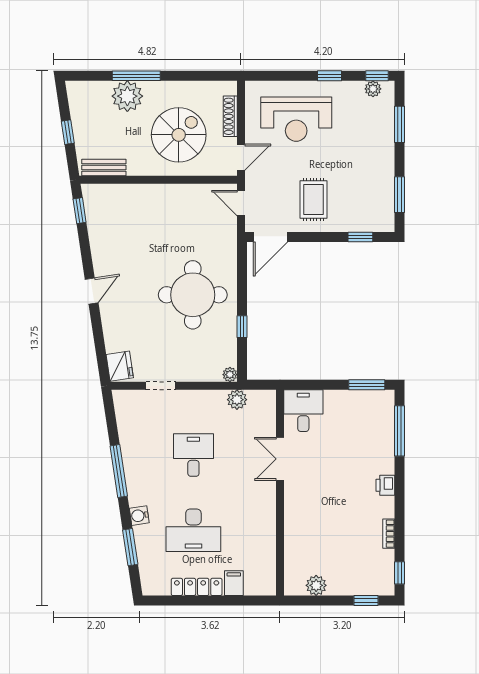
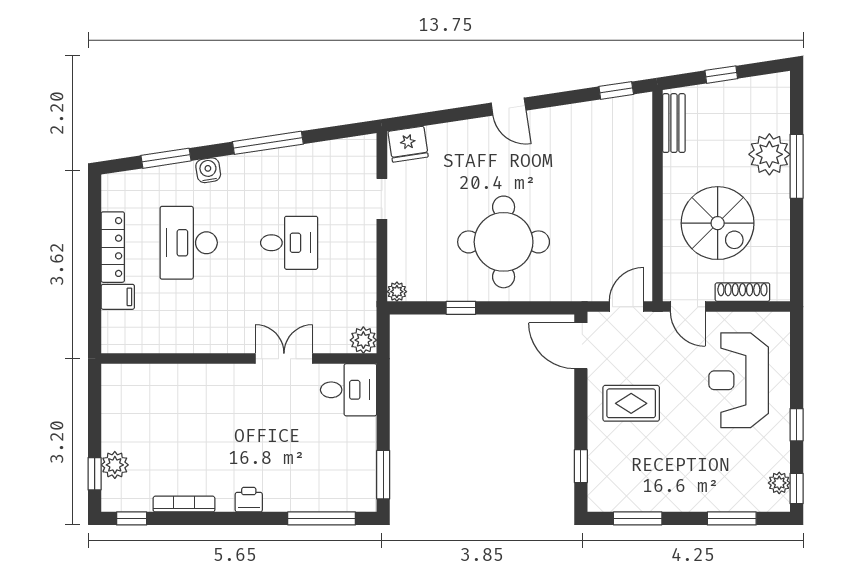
plant: (237, 400) -> (363, 340), moved
bookcase: (389, 534) -> (184, 504), width x1.56
plant: (316, 585) -> (115, 465), moved

